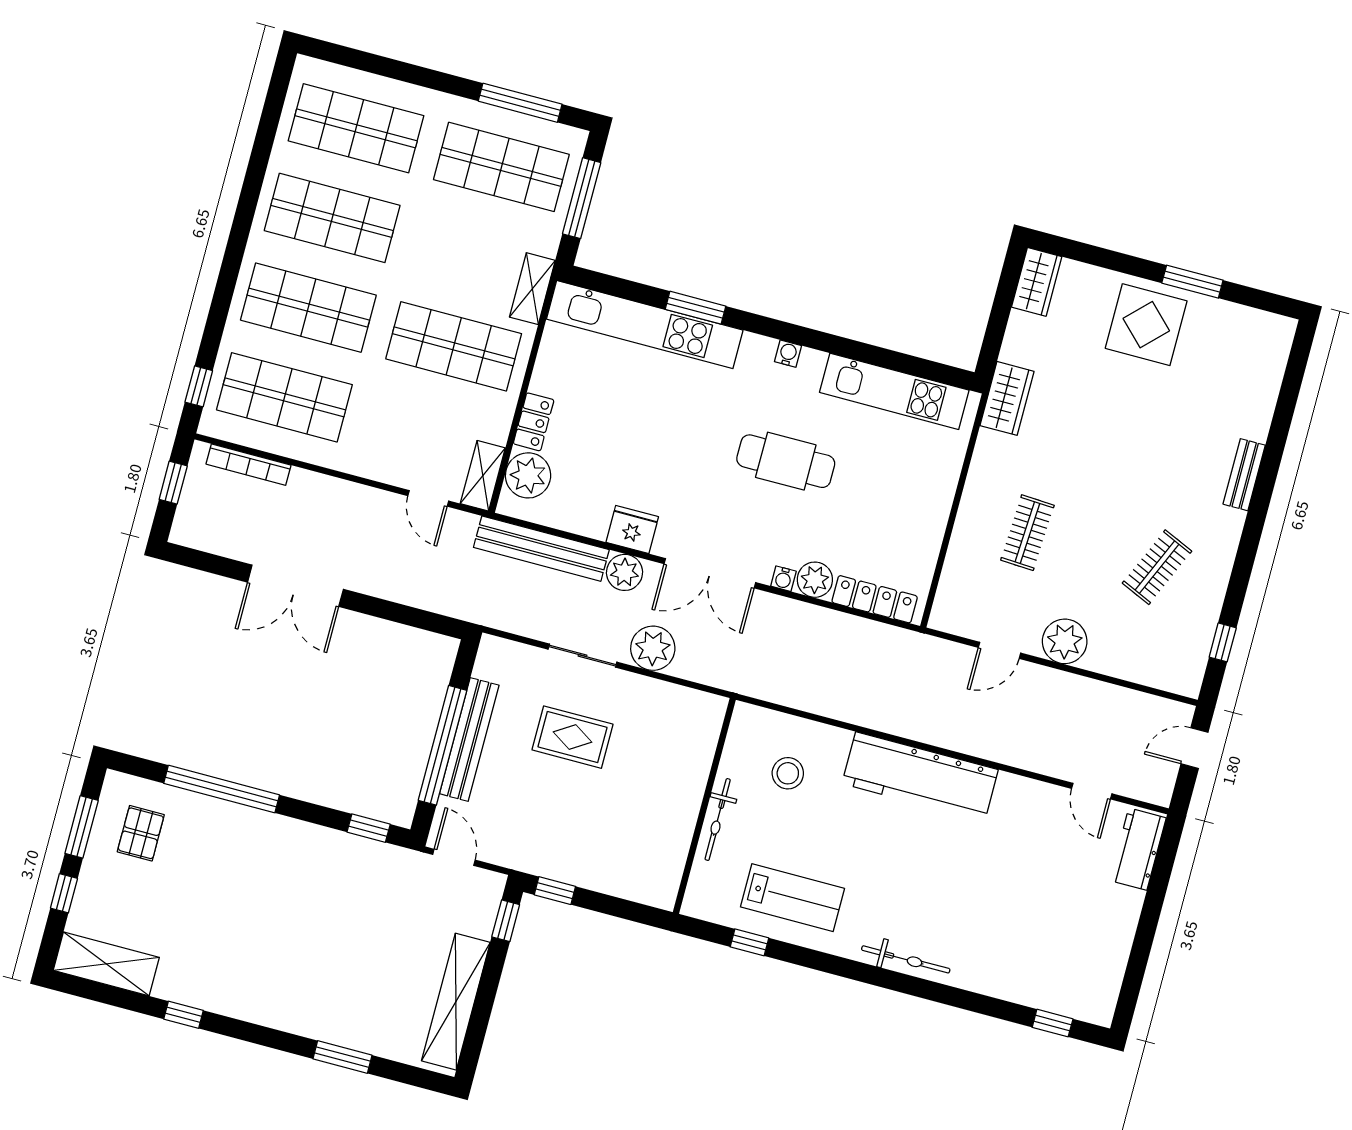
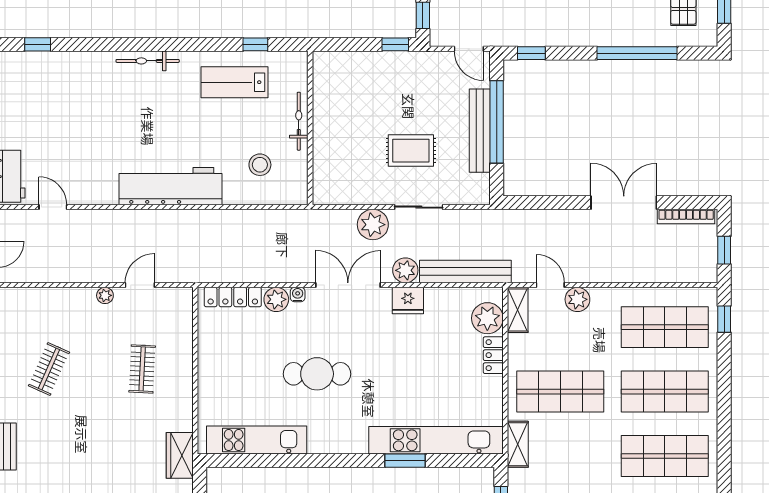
water cooler: (788, 354) -> (335, 446), removed
bookcase: (249, 465) -> (686, 217), moved, turned 180
plant: (396, 468) -> (577, 299), added
plant: (1065, 641) -> (105, 295), width x0.53, depth x0.53

